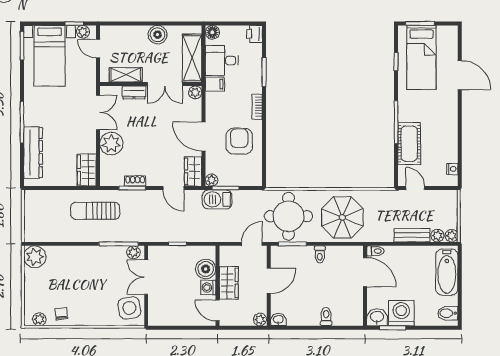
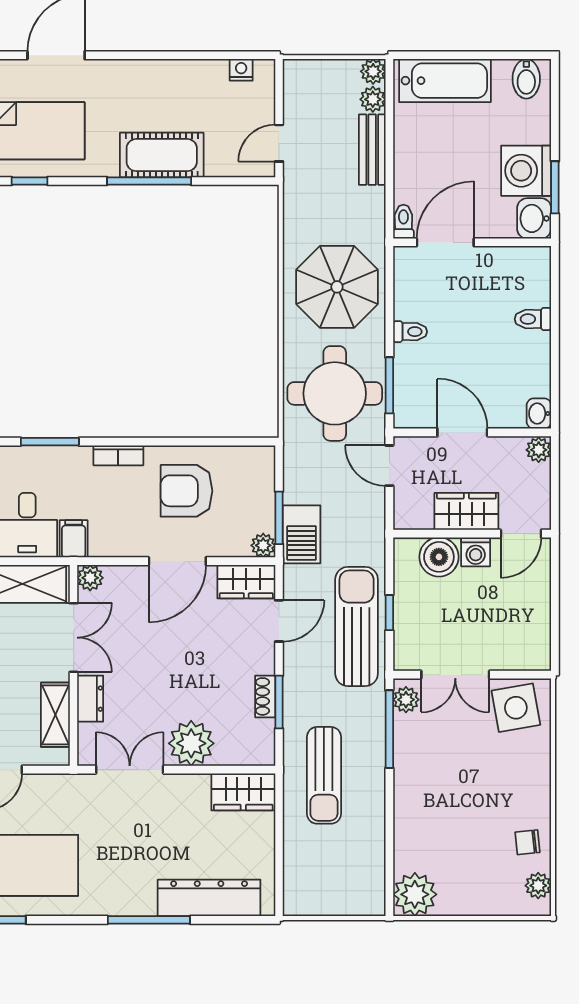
cot: (409, 144) -> (162, 155), moved
sun lounger: (170, 227) -> (357, 626), added

